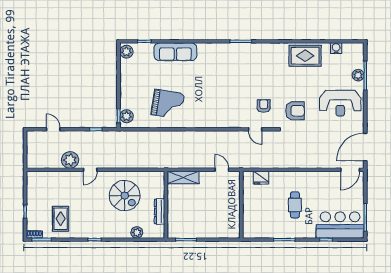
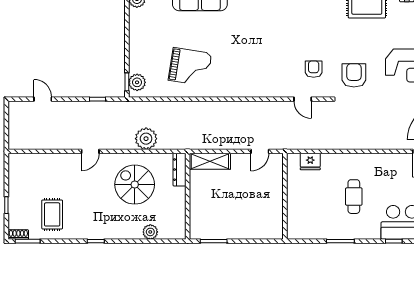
armchair: (295, 111) -> (354, 75), turned -90
plant: (70, 160) -> (146, 139), moved
door: (222, 170) -> (260, 151), swing flipped
spiral stairs: (125, 196) -> (135, 185), turned 180
dresser: (160, 211) -> (180, 170), moved

